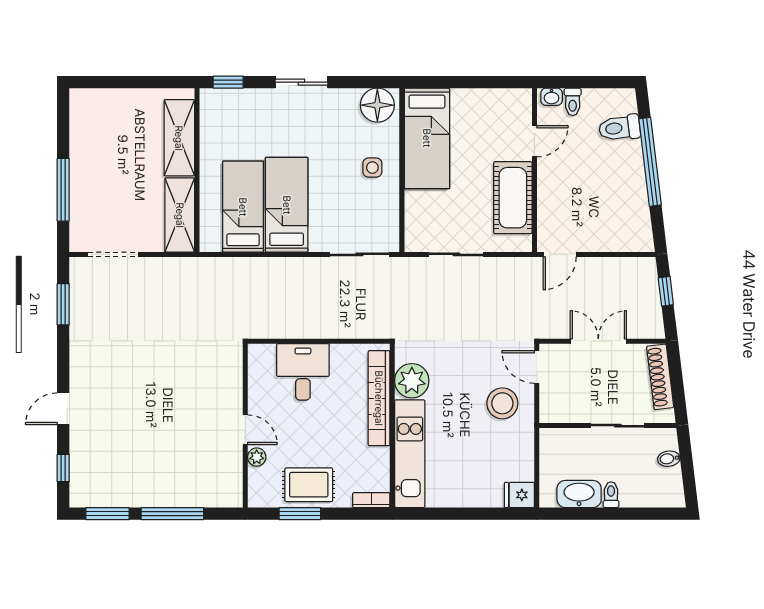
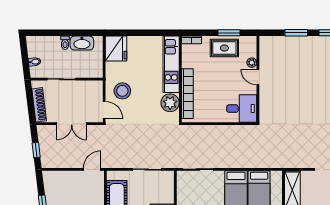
desk: (303, 372) -> (242, 109), moved, turned -90
fridge: (519, 495) -> (116, 49), width x1.88, depth x1.34
window: (172, 514) -> (296, 33), width x0.69

